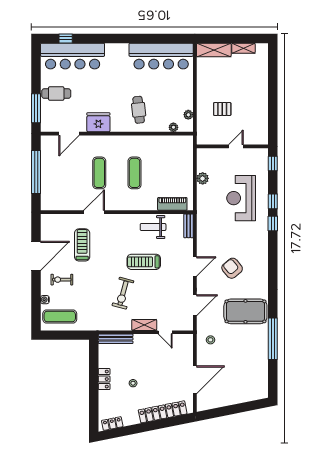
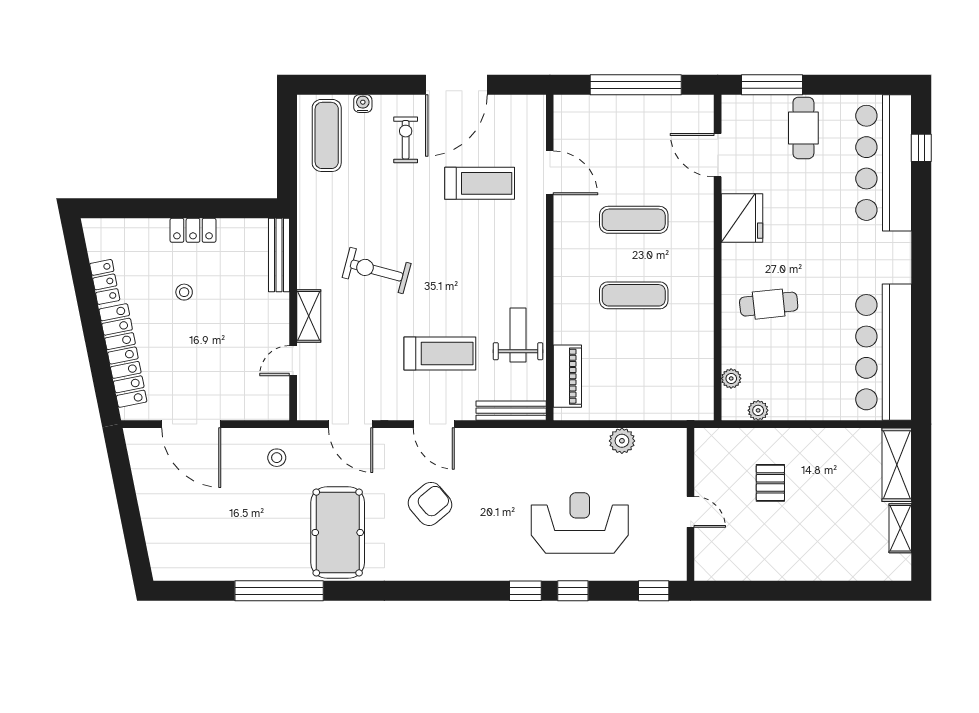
door: (94, 212) -> (550, 173), moved
bench: (189, 226) -> (511, 411), width x1.36
door: (36, 256) -> (456, 85), hinge flipped
treadmill: (144, 262) -> (440, 354), moved, turned 90
locker: (112, 424) -> (105, 282), moved

